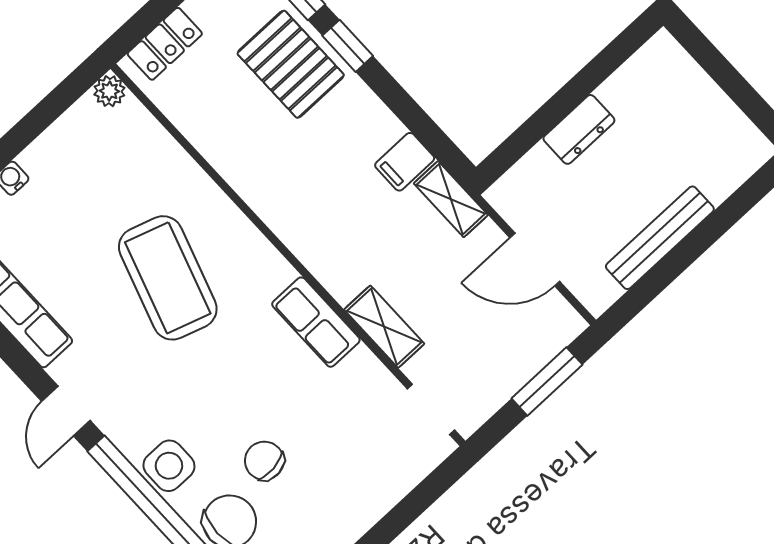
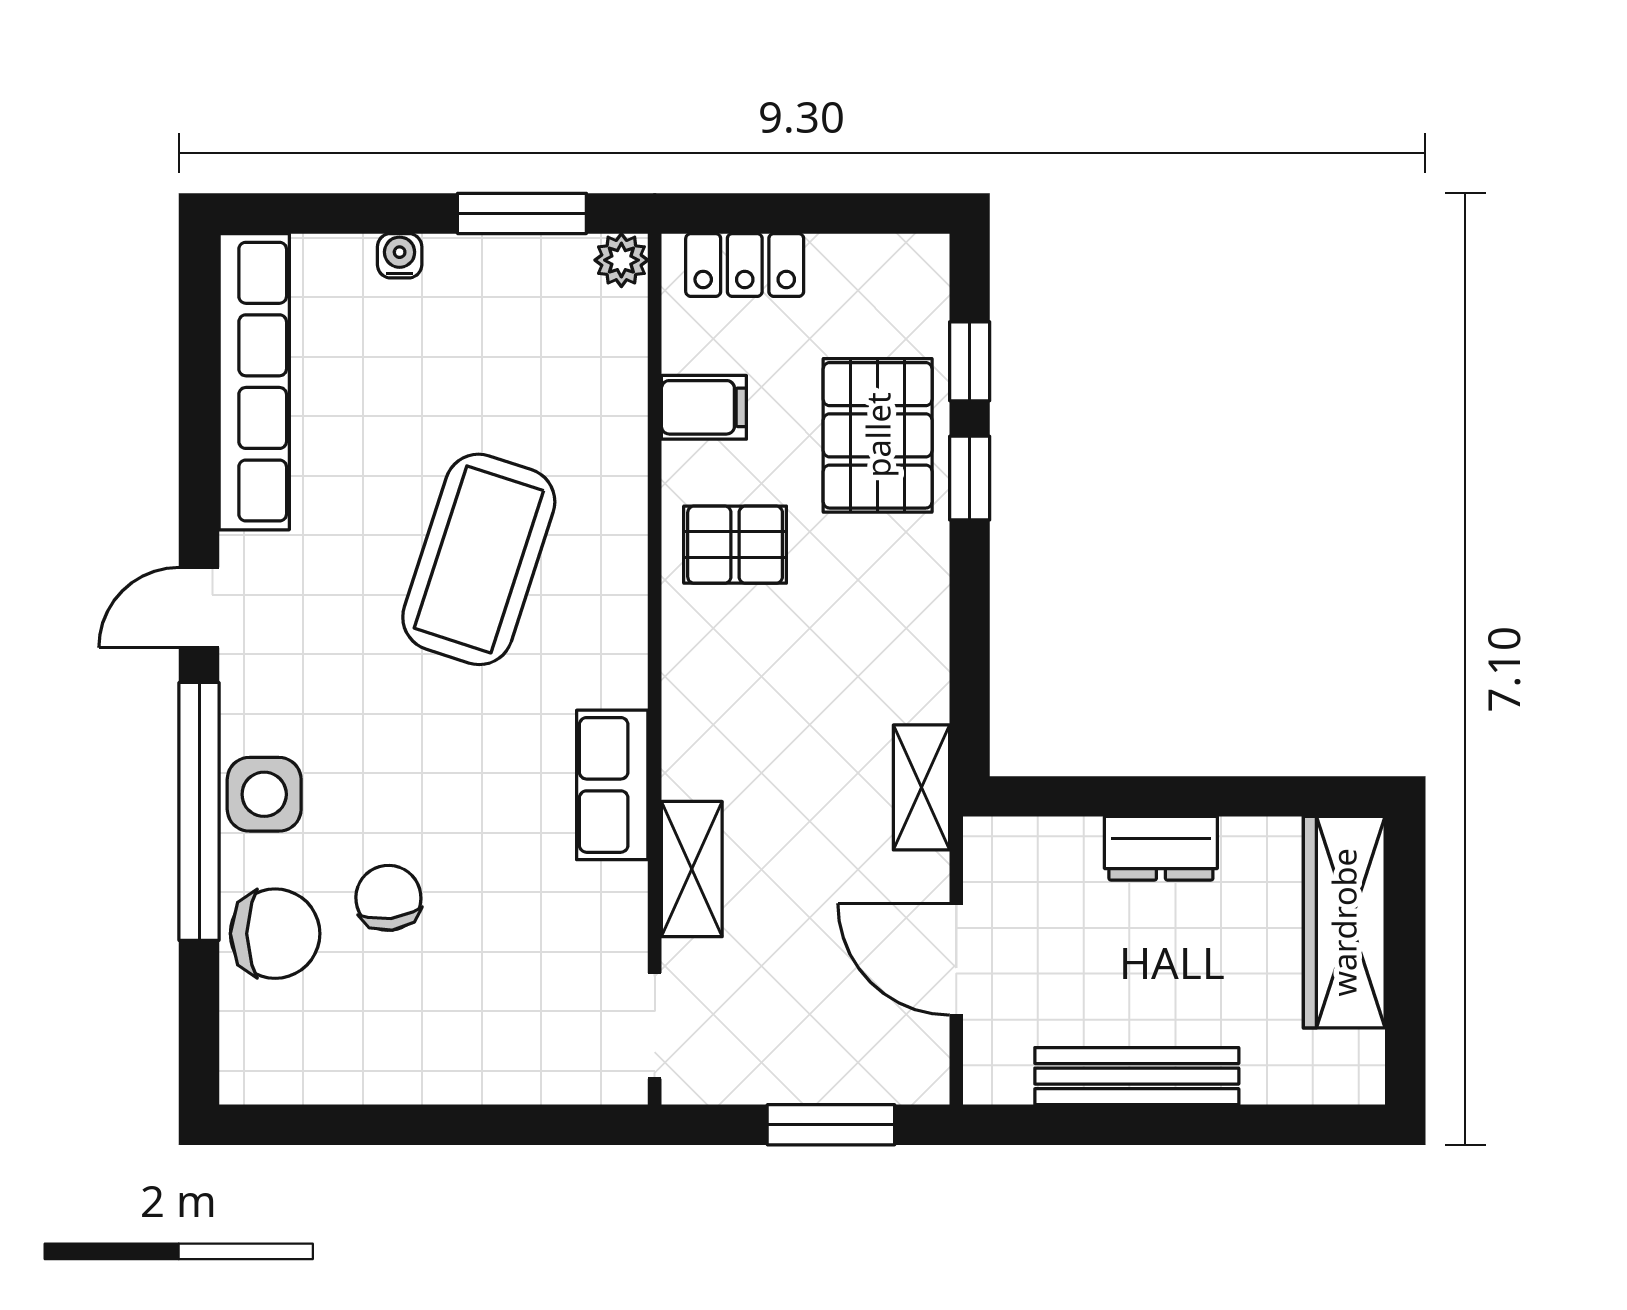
wardrobe: (688, 88) -> (1344, 922), added
window: (48, 111) -> (522, 213), added
filing cabinet: (405, 162) -> (704, 407), moved, turned 180
pallet: (273, 169) -> (735, 545), added

